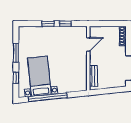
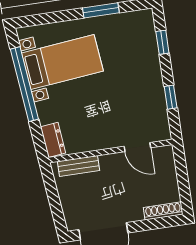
window: (48, 24) -> (162, 42), moved
window: (16, 78) -> (53, 17), removed
dresser: (78, 87) -> (53, 140), added

